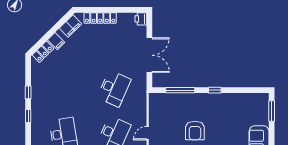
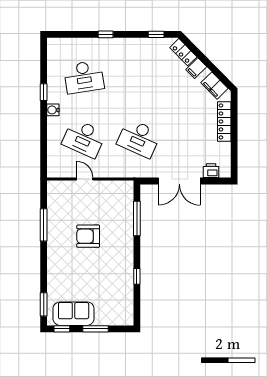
printer: (141, 19) -> (211, 171), moved
window: (215, 90) -> (137, 276), moved
window: (28, 92) -> (156, 34), moved
window: (272, 111) -> (95, 329), moved

